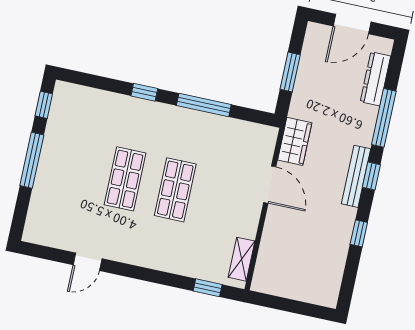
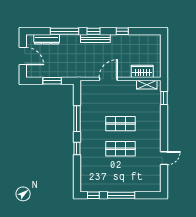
wardrobe: (295, 141) -> (142, 71), moved
door: (88, 262) -> (164, 158), hinge flipped

